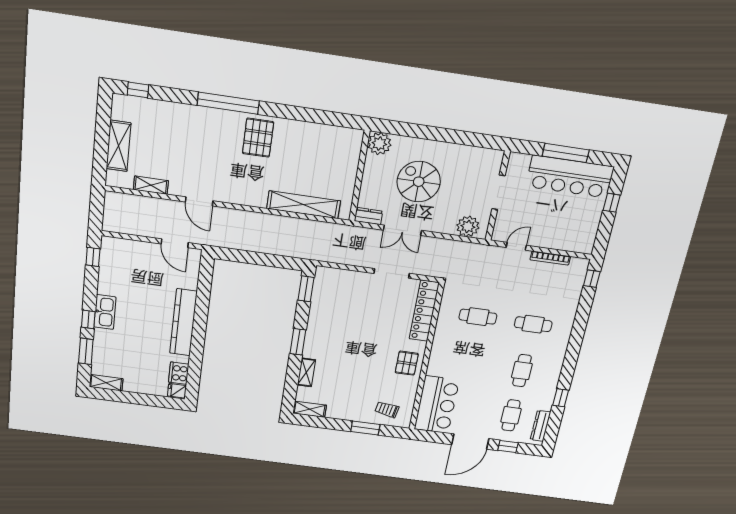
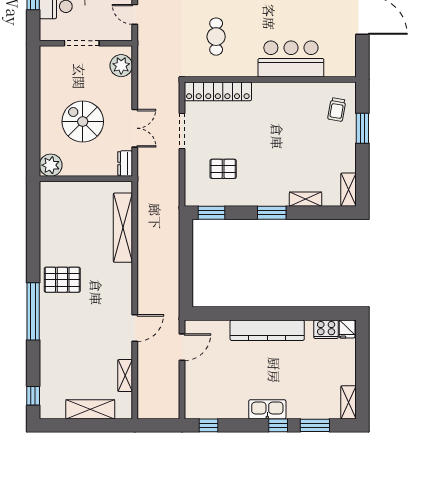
spiral stairs: (419, 182) -> (83, 122), turned 90
pallet: (407, 363) -> (223, 169), moved
bar counter: (437, 405) -> (291, 59), moved

